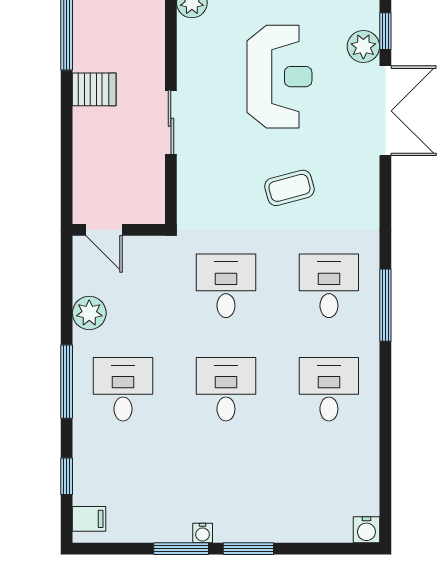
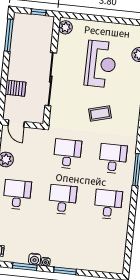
server rack: (94, 89) -> (15, 88), moved
sliding door: (171, 122) -> (51, 79), width x1.86
water cooler: (366, 530) -> (35, 259), moved
window: (181, 549) -> (25, 267), moved

